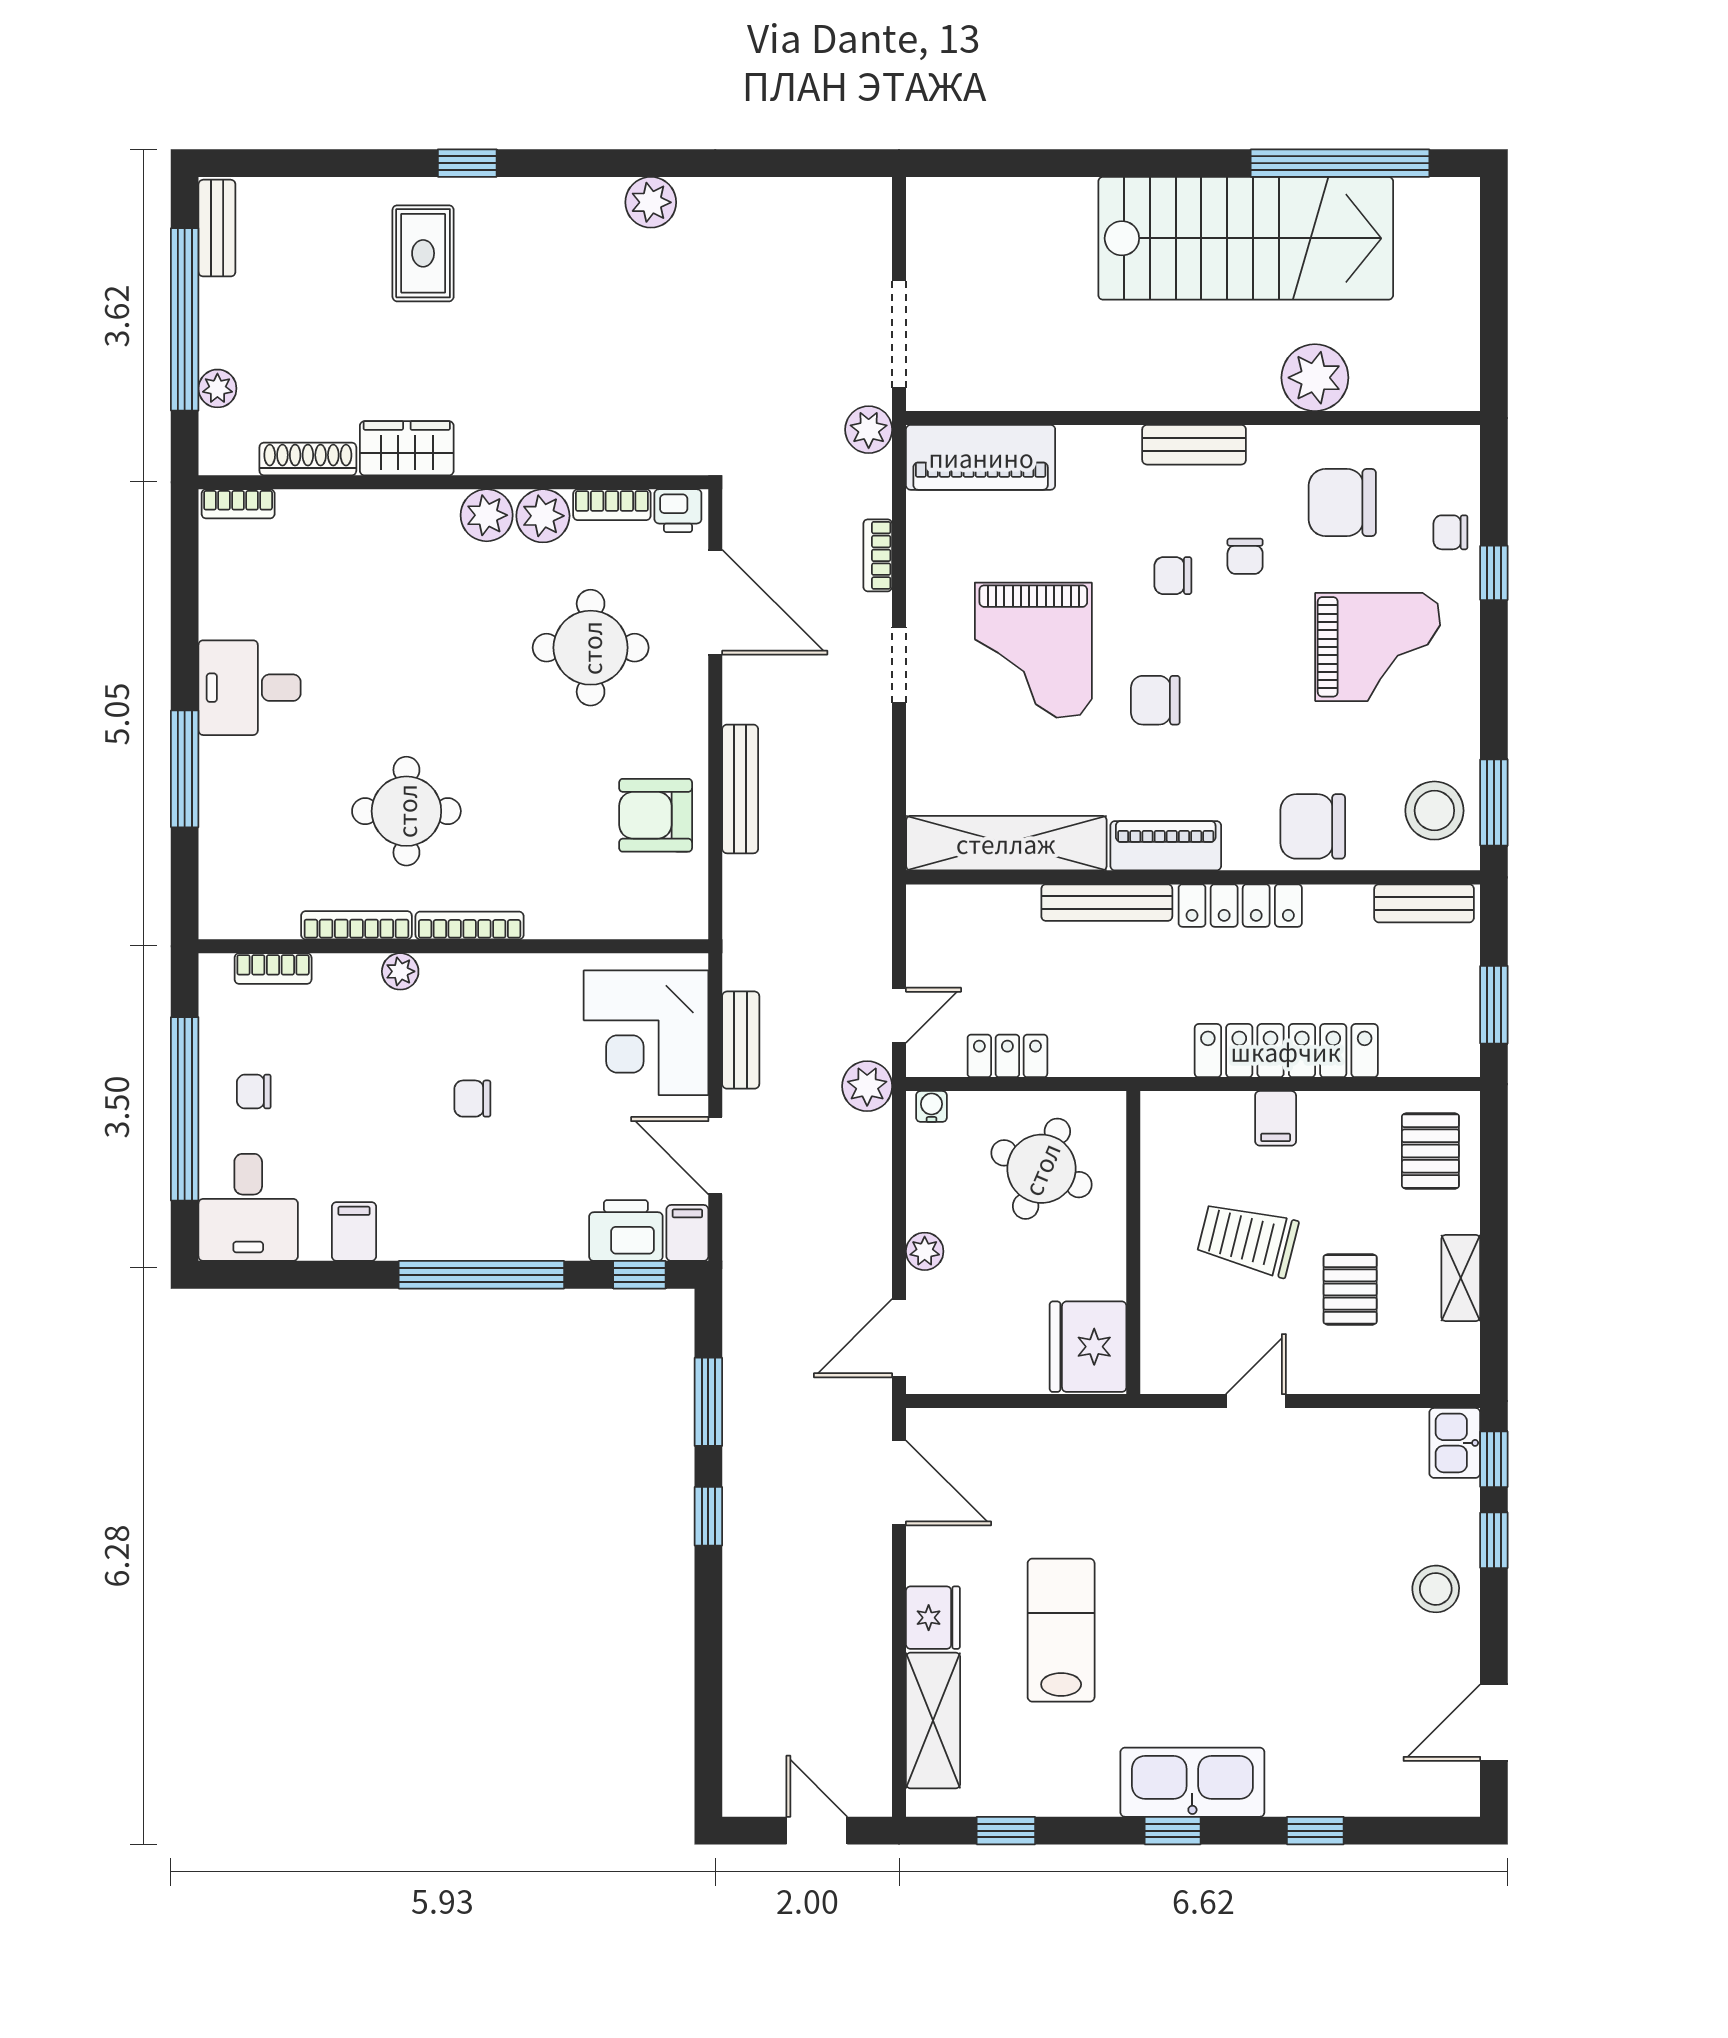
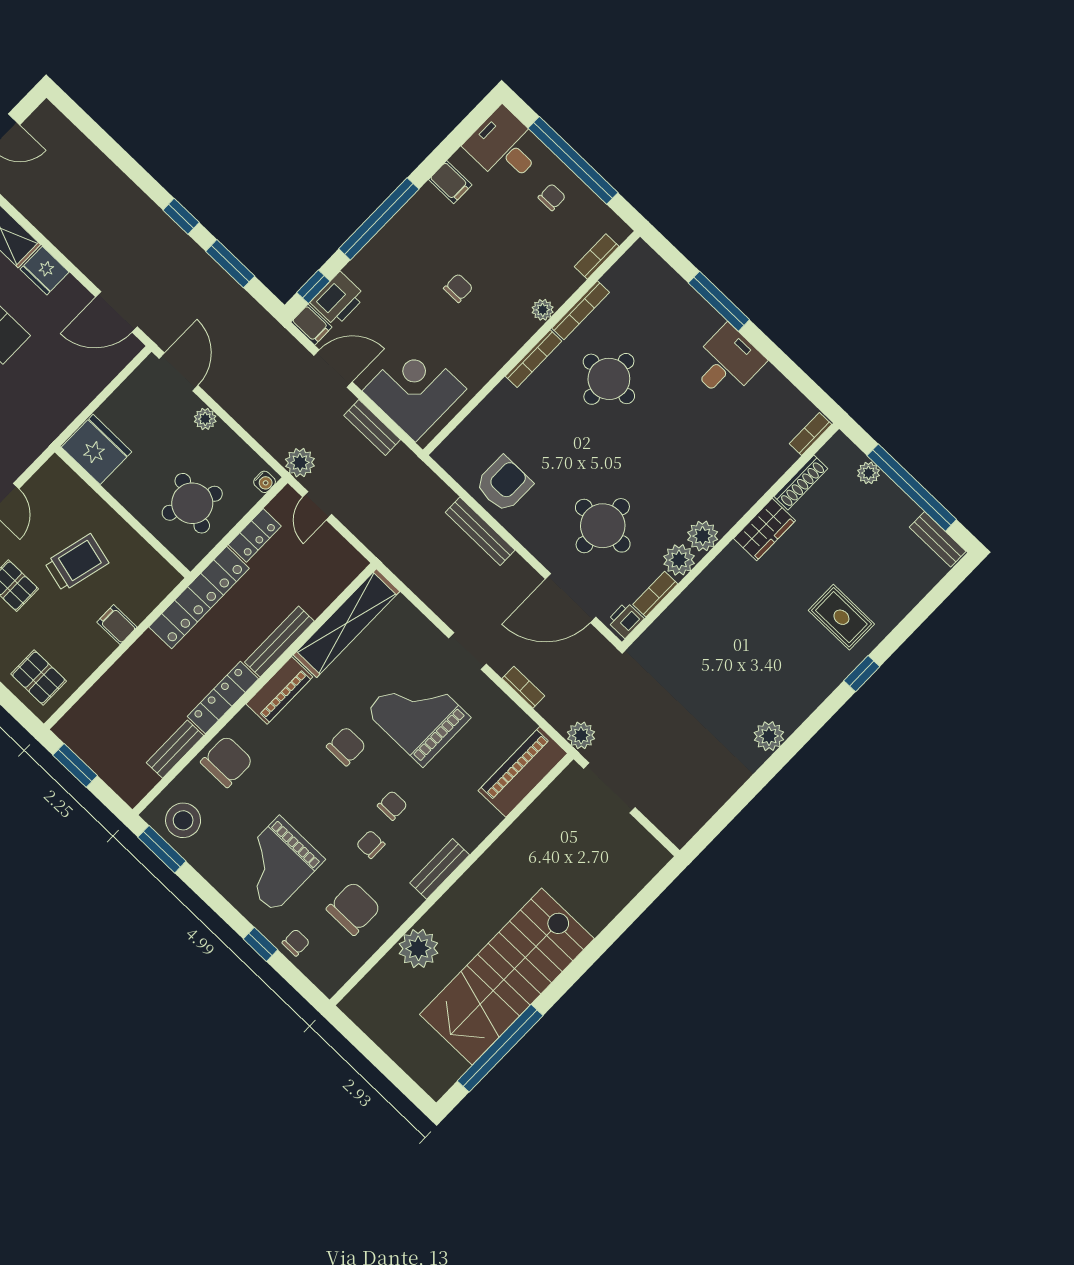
bench: (1424, 903) -> (175, 749), moved
locker: (1286, 1051) -> (199, 598), moved

